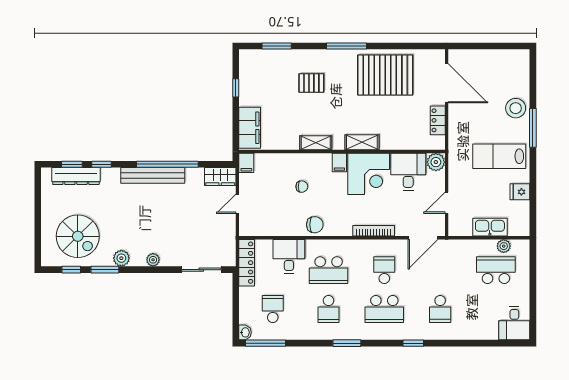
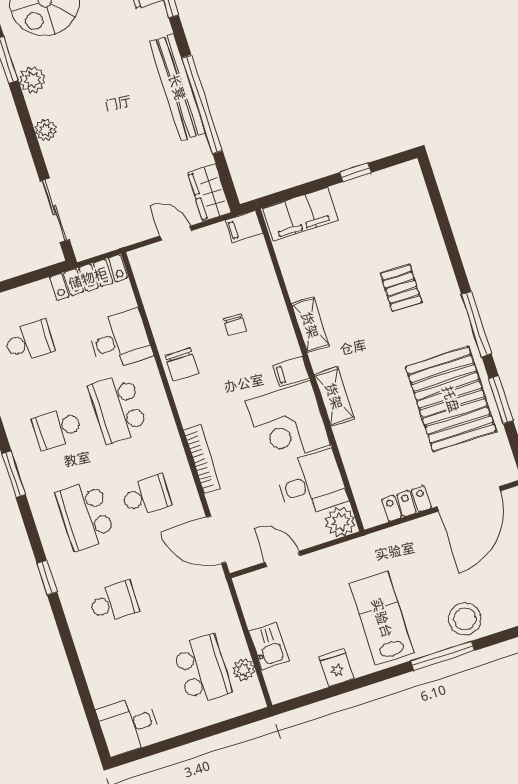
window: (277, 46) -> (501, 400), moved
kitchen sink: (490, 227) -> (269, 646), width x0.73
school desk: (440, 309) -> (114, 602), turned 180

